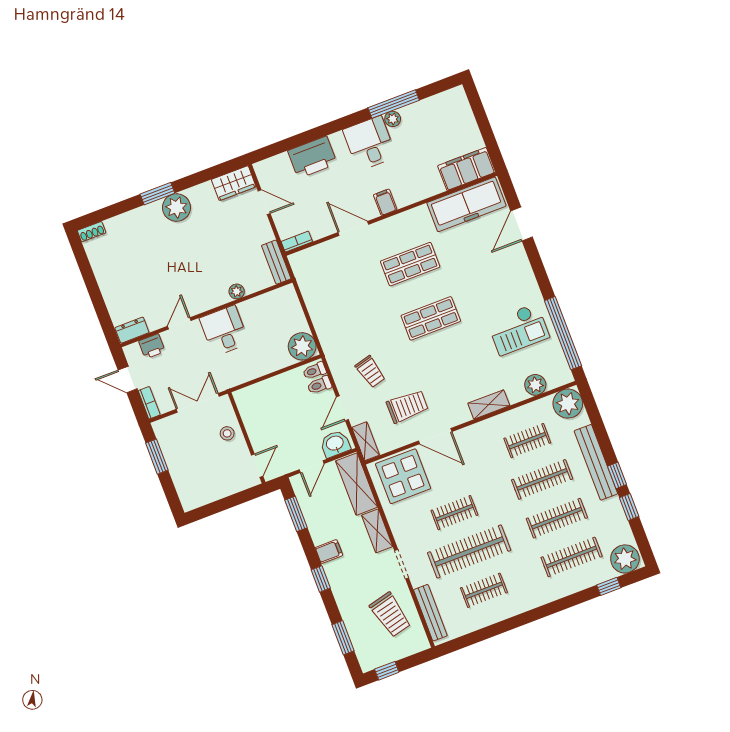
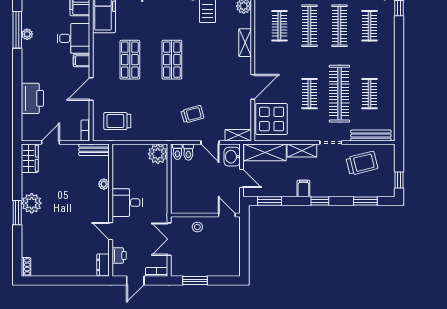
desk: (370, 143) -> (73, 38), moved, turned 180
trolley: (407, 406) -> (117, 121), moved, turned -90
clothes rail: (572, 557) -> (369, 26), width x0.73

